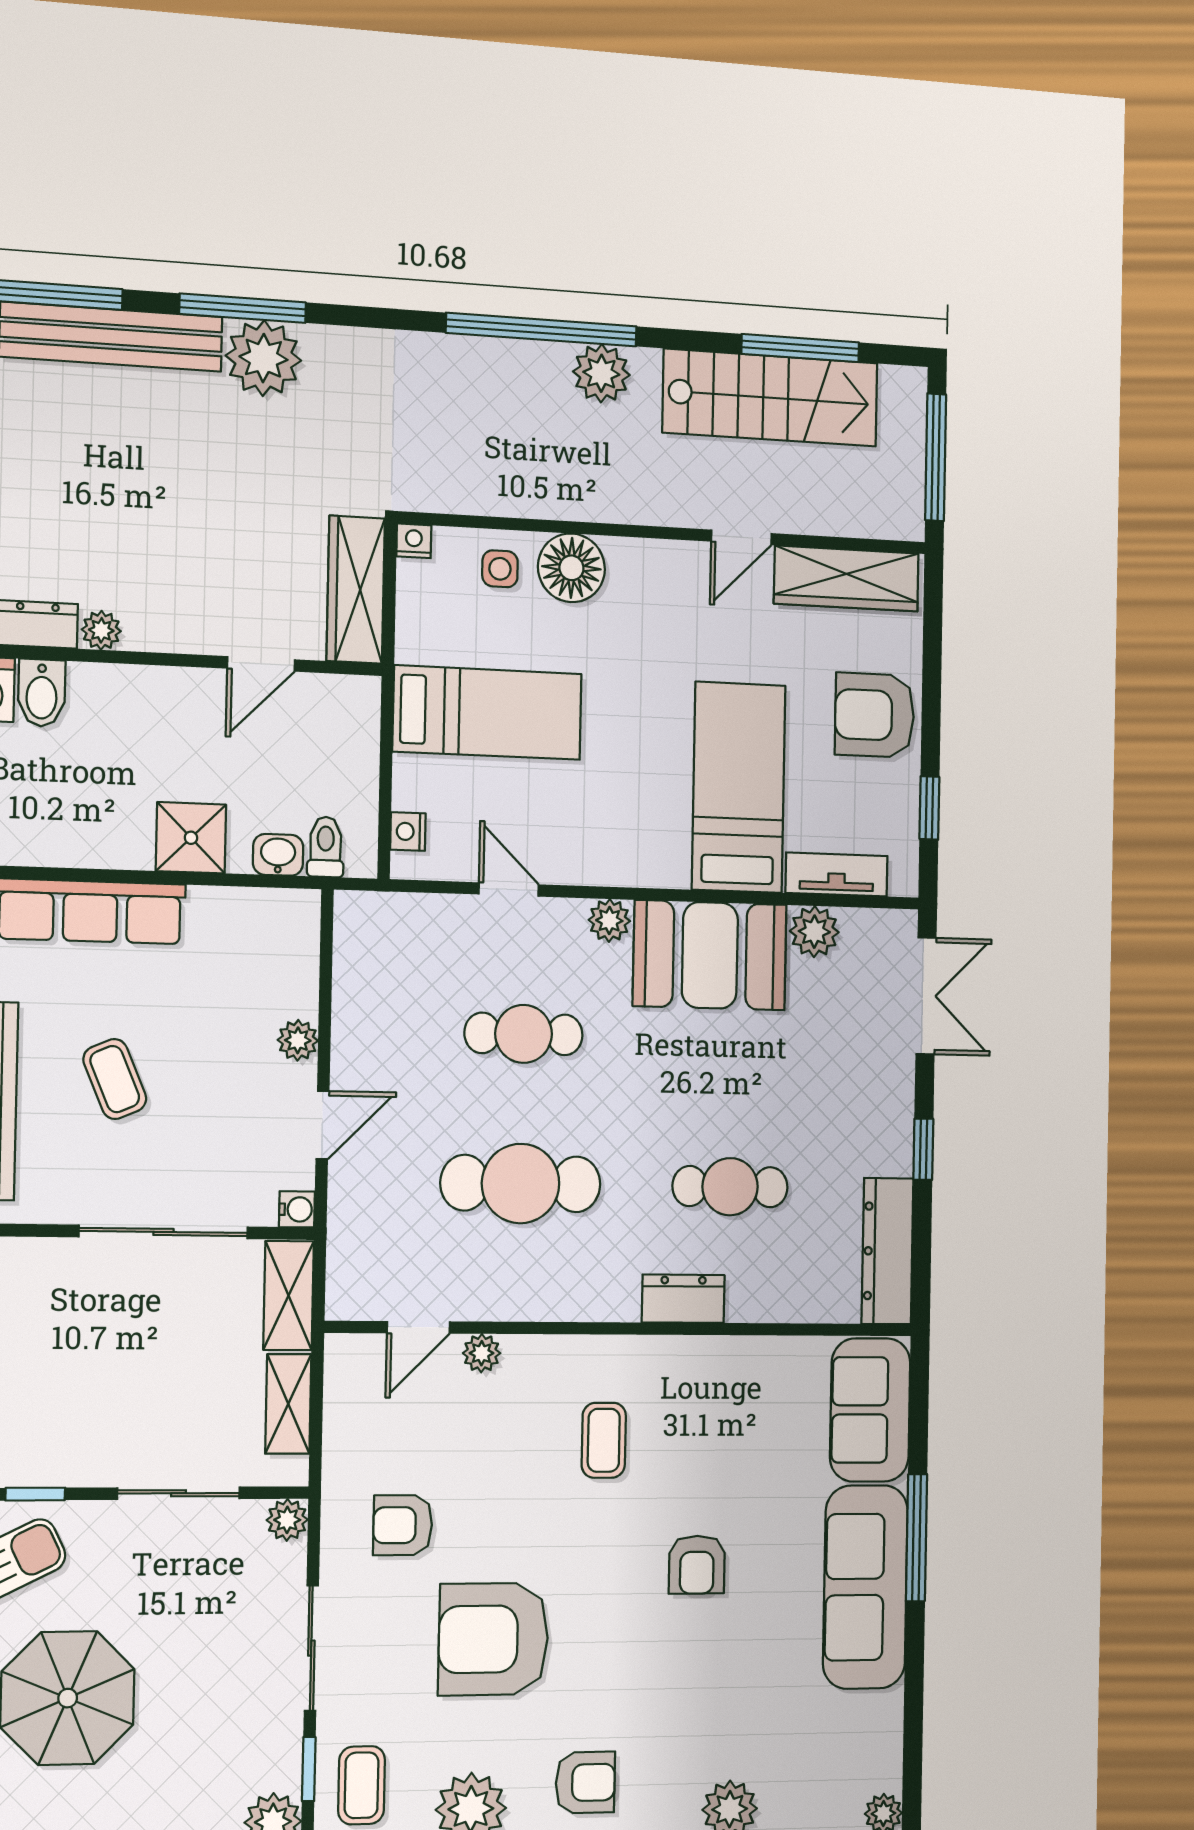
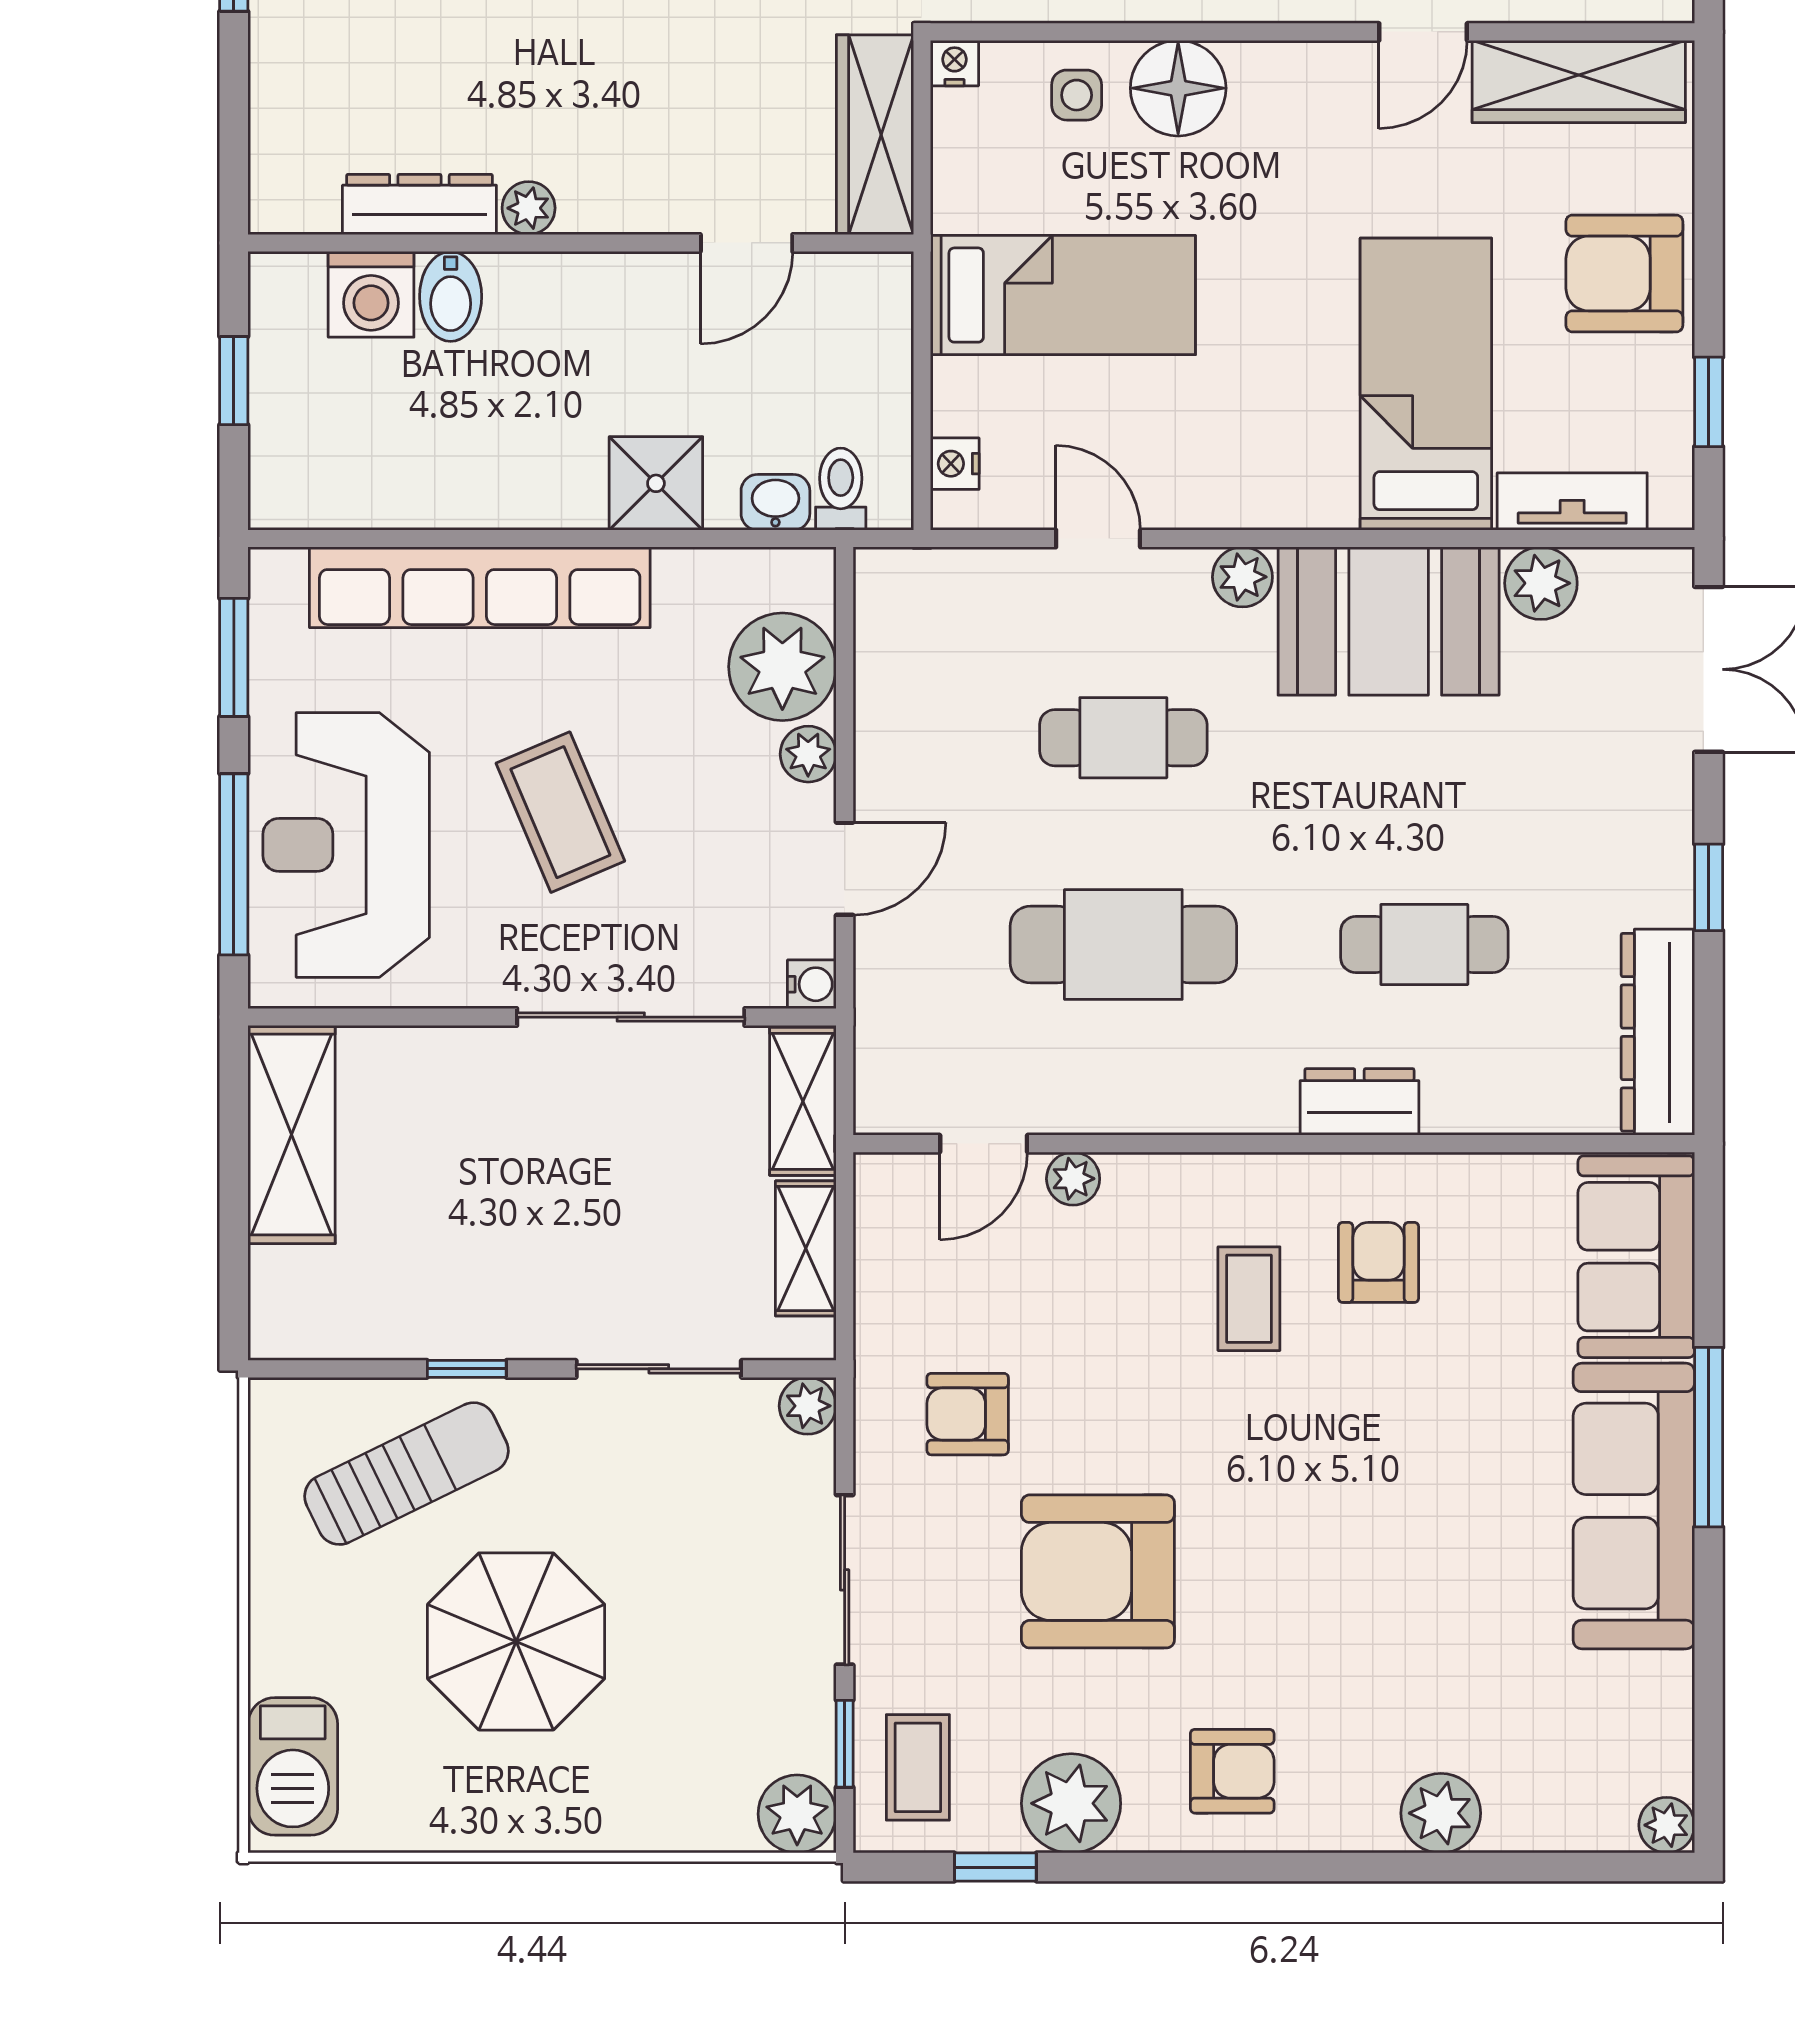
plant: (280, 976) -> (782, 667), added
coffee table: (115, 1079) -> (560, 812), width x1.36, depth x1.30
armchair: (697, 1565) -> (1378, 1262), moved, turned 180

